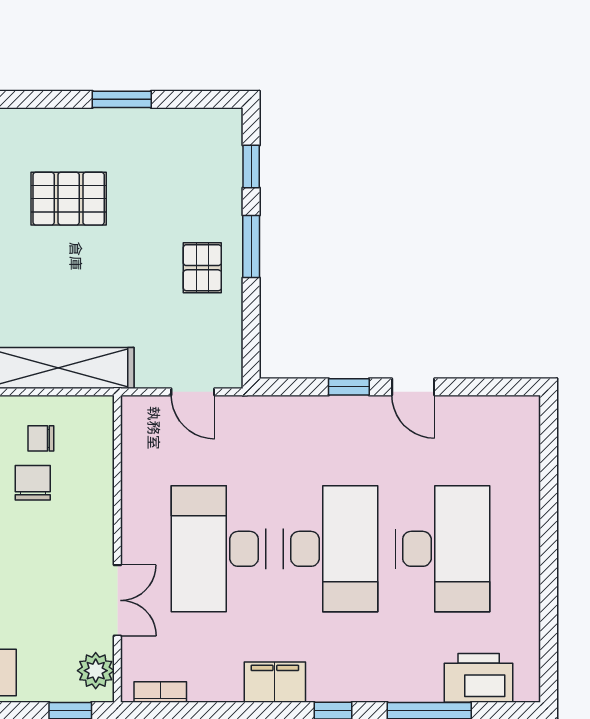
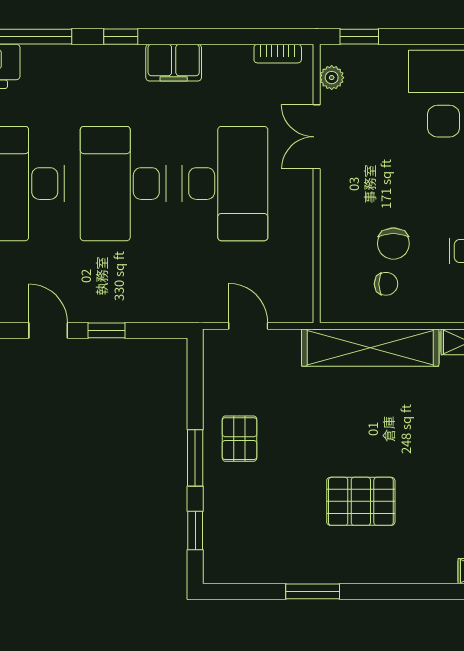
plant: (96, 671) -> (332, 78), width x0.73, depth x0.73

